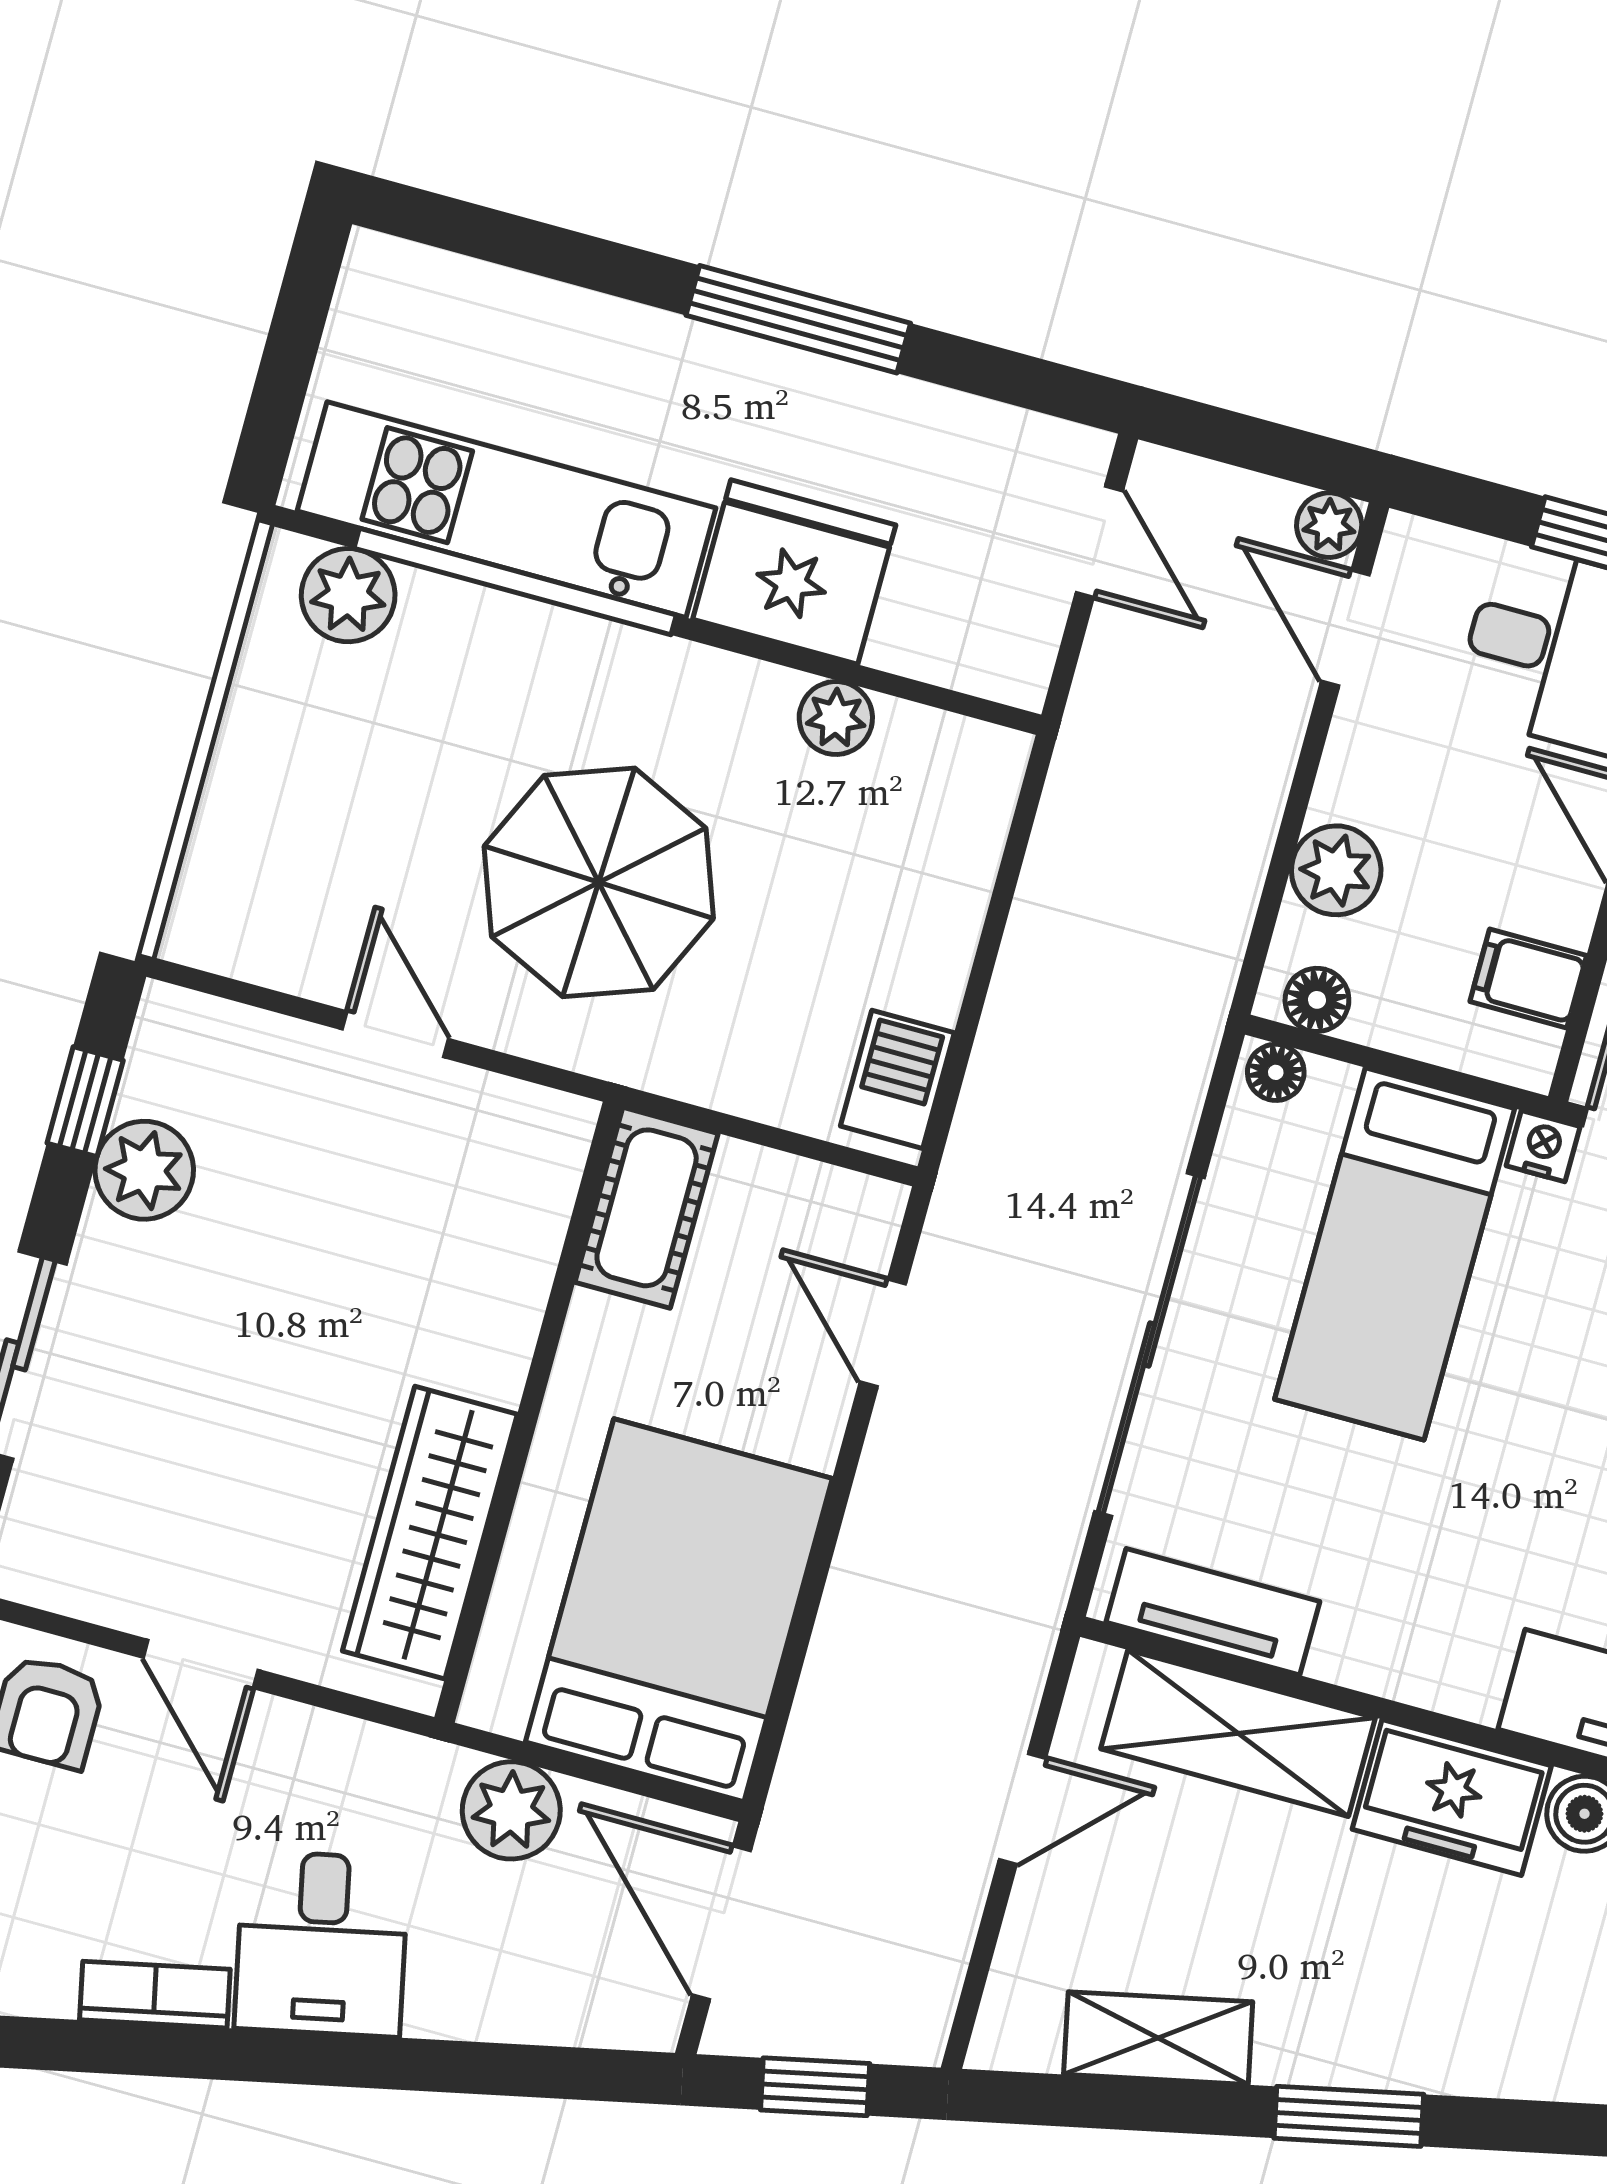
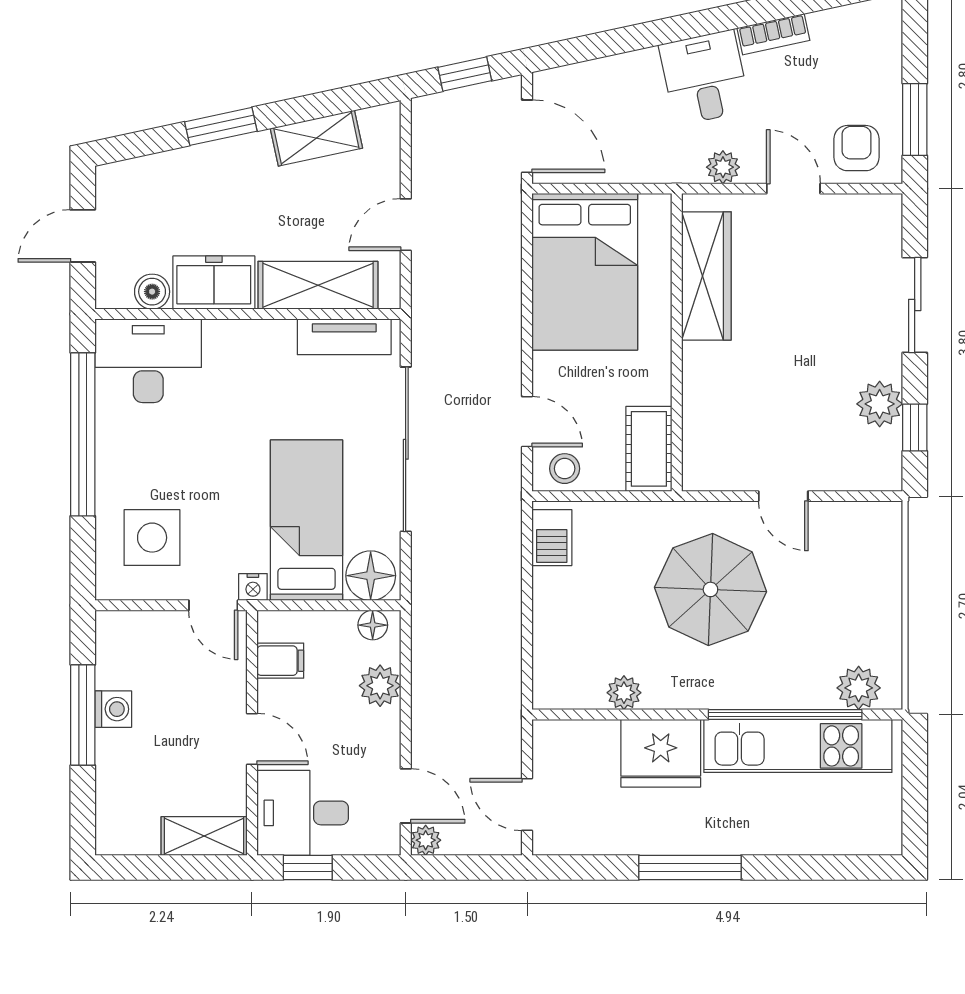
floor lamp: (1276, 1072) -> (371, 576), width x1.89, depth x1.89
stool: (832, 1215) -> (565, 469), added
plant: (511, 1810) -> (723, 167), moved, width x0.73, depth x0.73

